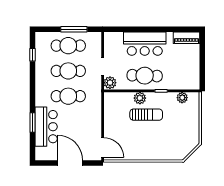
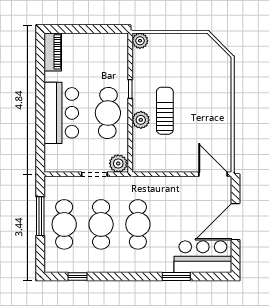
plant: (182, 98) -> (140, 41), moved
bar counter: (46, 127) -> (203, 257), moved
door: (103, 148) -> (213, 174), hinge flipped

